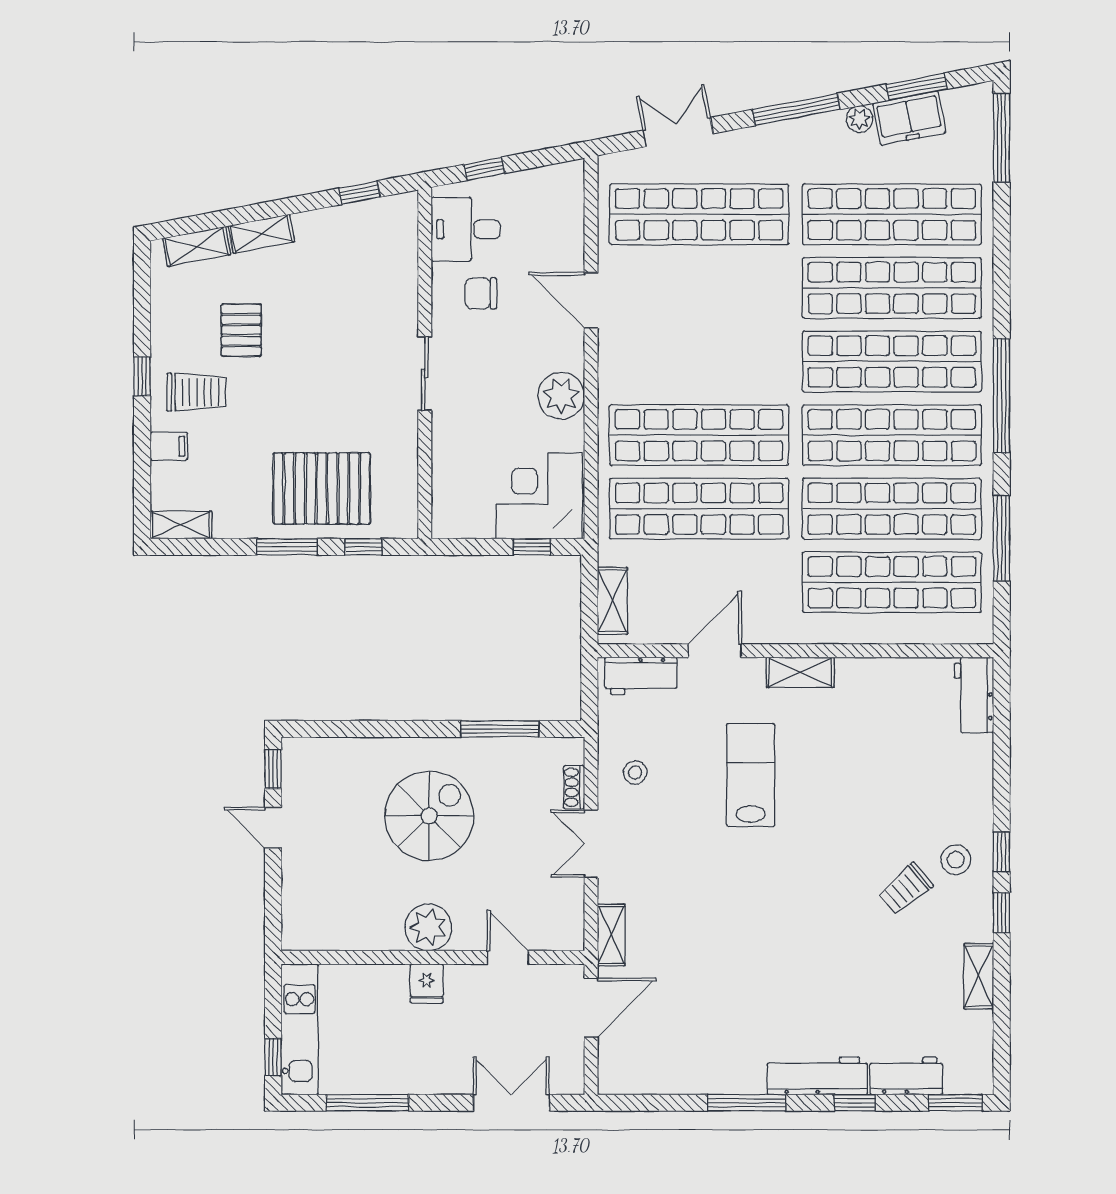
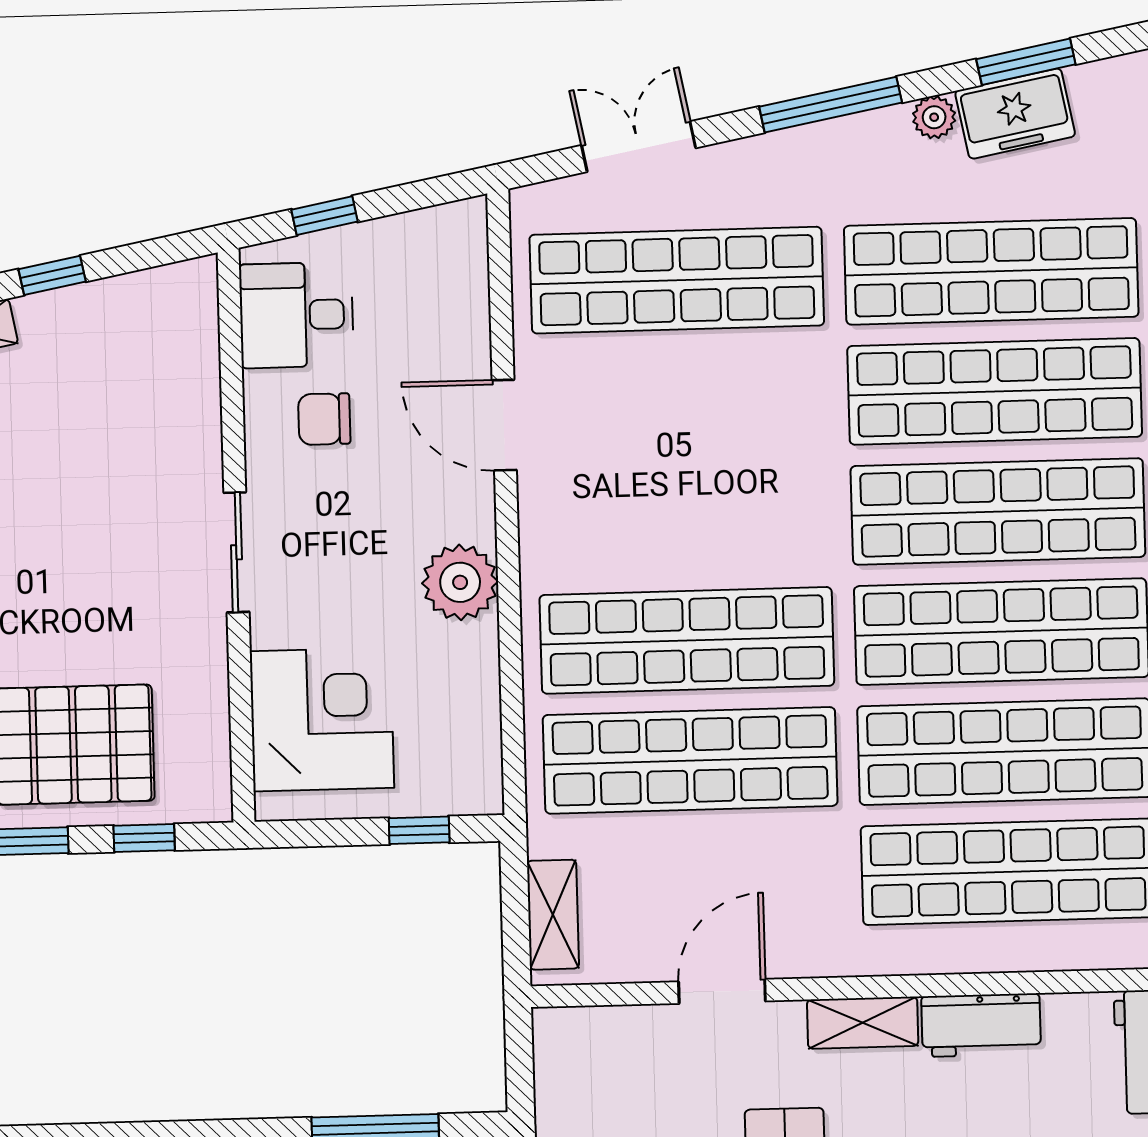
window: (360, 193) -> (52, 275), moved
corner desk: (539, 496) -> (322, 719), moved, turned 90
workbench: (641, 676) -> (981, 1025), moved

